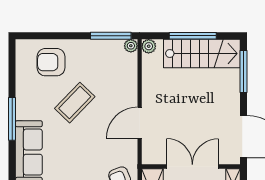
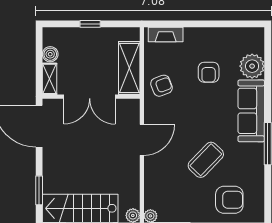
window: (243, 72) -> (39, 190), width x0.69

